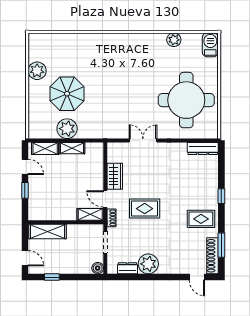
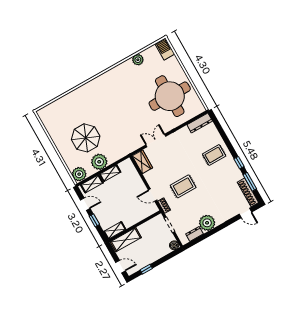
plant: (37, 71) -> (79, 174), moved
wardrobe: (115, 176) -> (142, 162), moved
window: (221, 196) -> (239, 163), moved
shelving: (90, 214) -> (115, 230), moved
rug: (201, 219) -> (214, 155), moved

